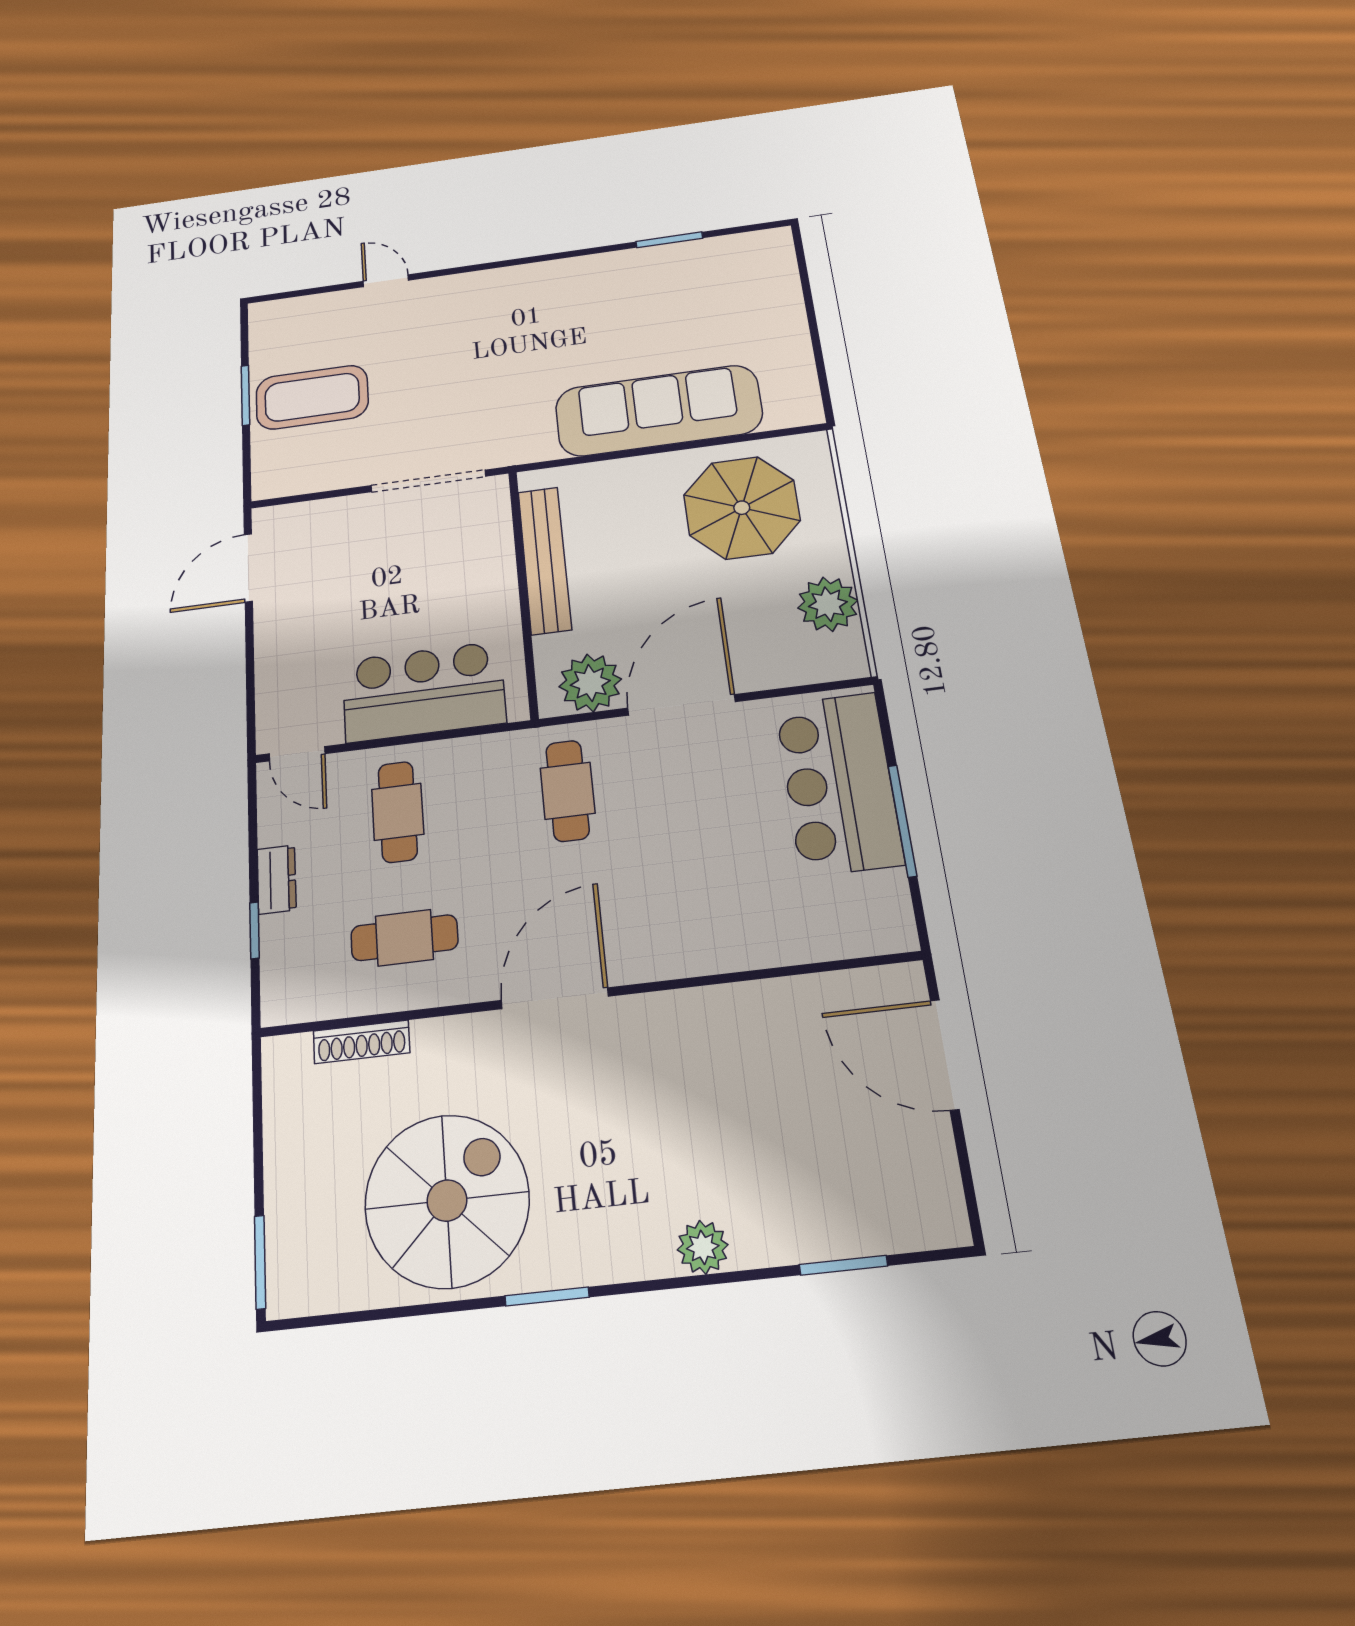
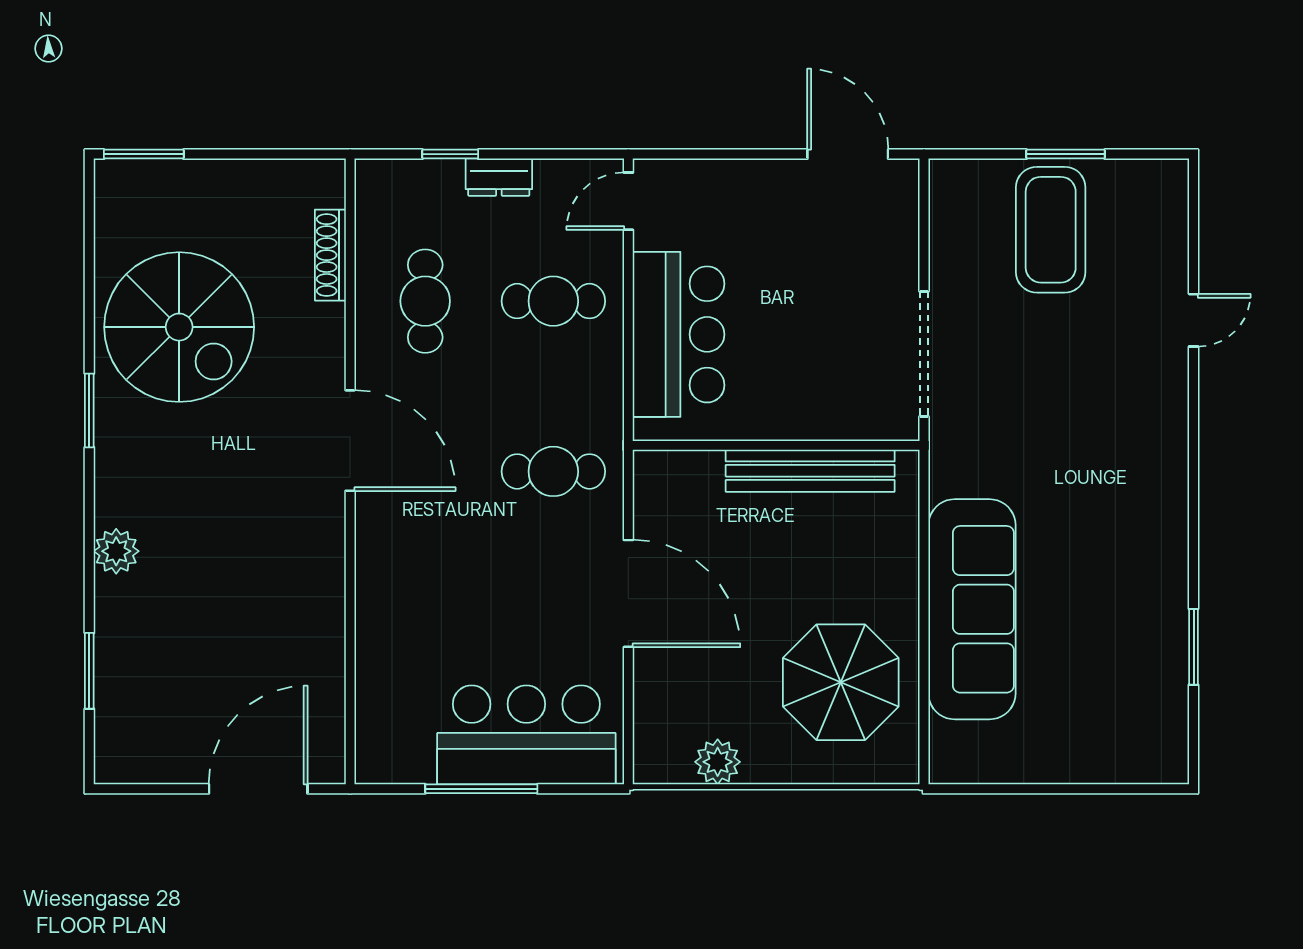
plant: (828, 604) -> (718, 762), width x0.73, depth x0.73
plant: (590, 683) -> (665, 505), removed

